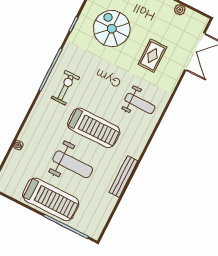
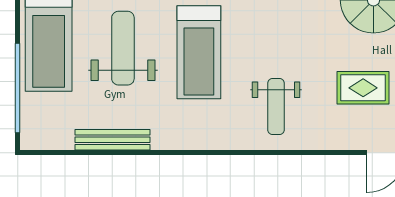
weight bench: (73, 164) -> (123, 48), turned 180
bench: (123, 177) -> (112, 140), moved

